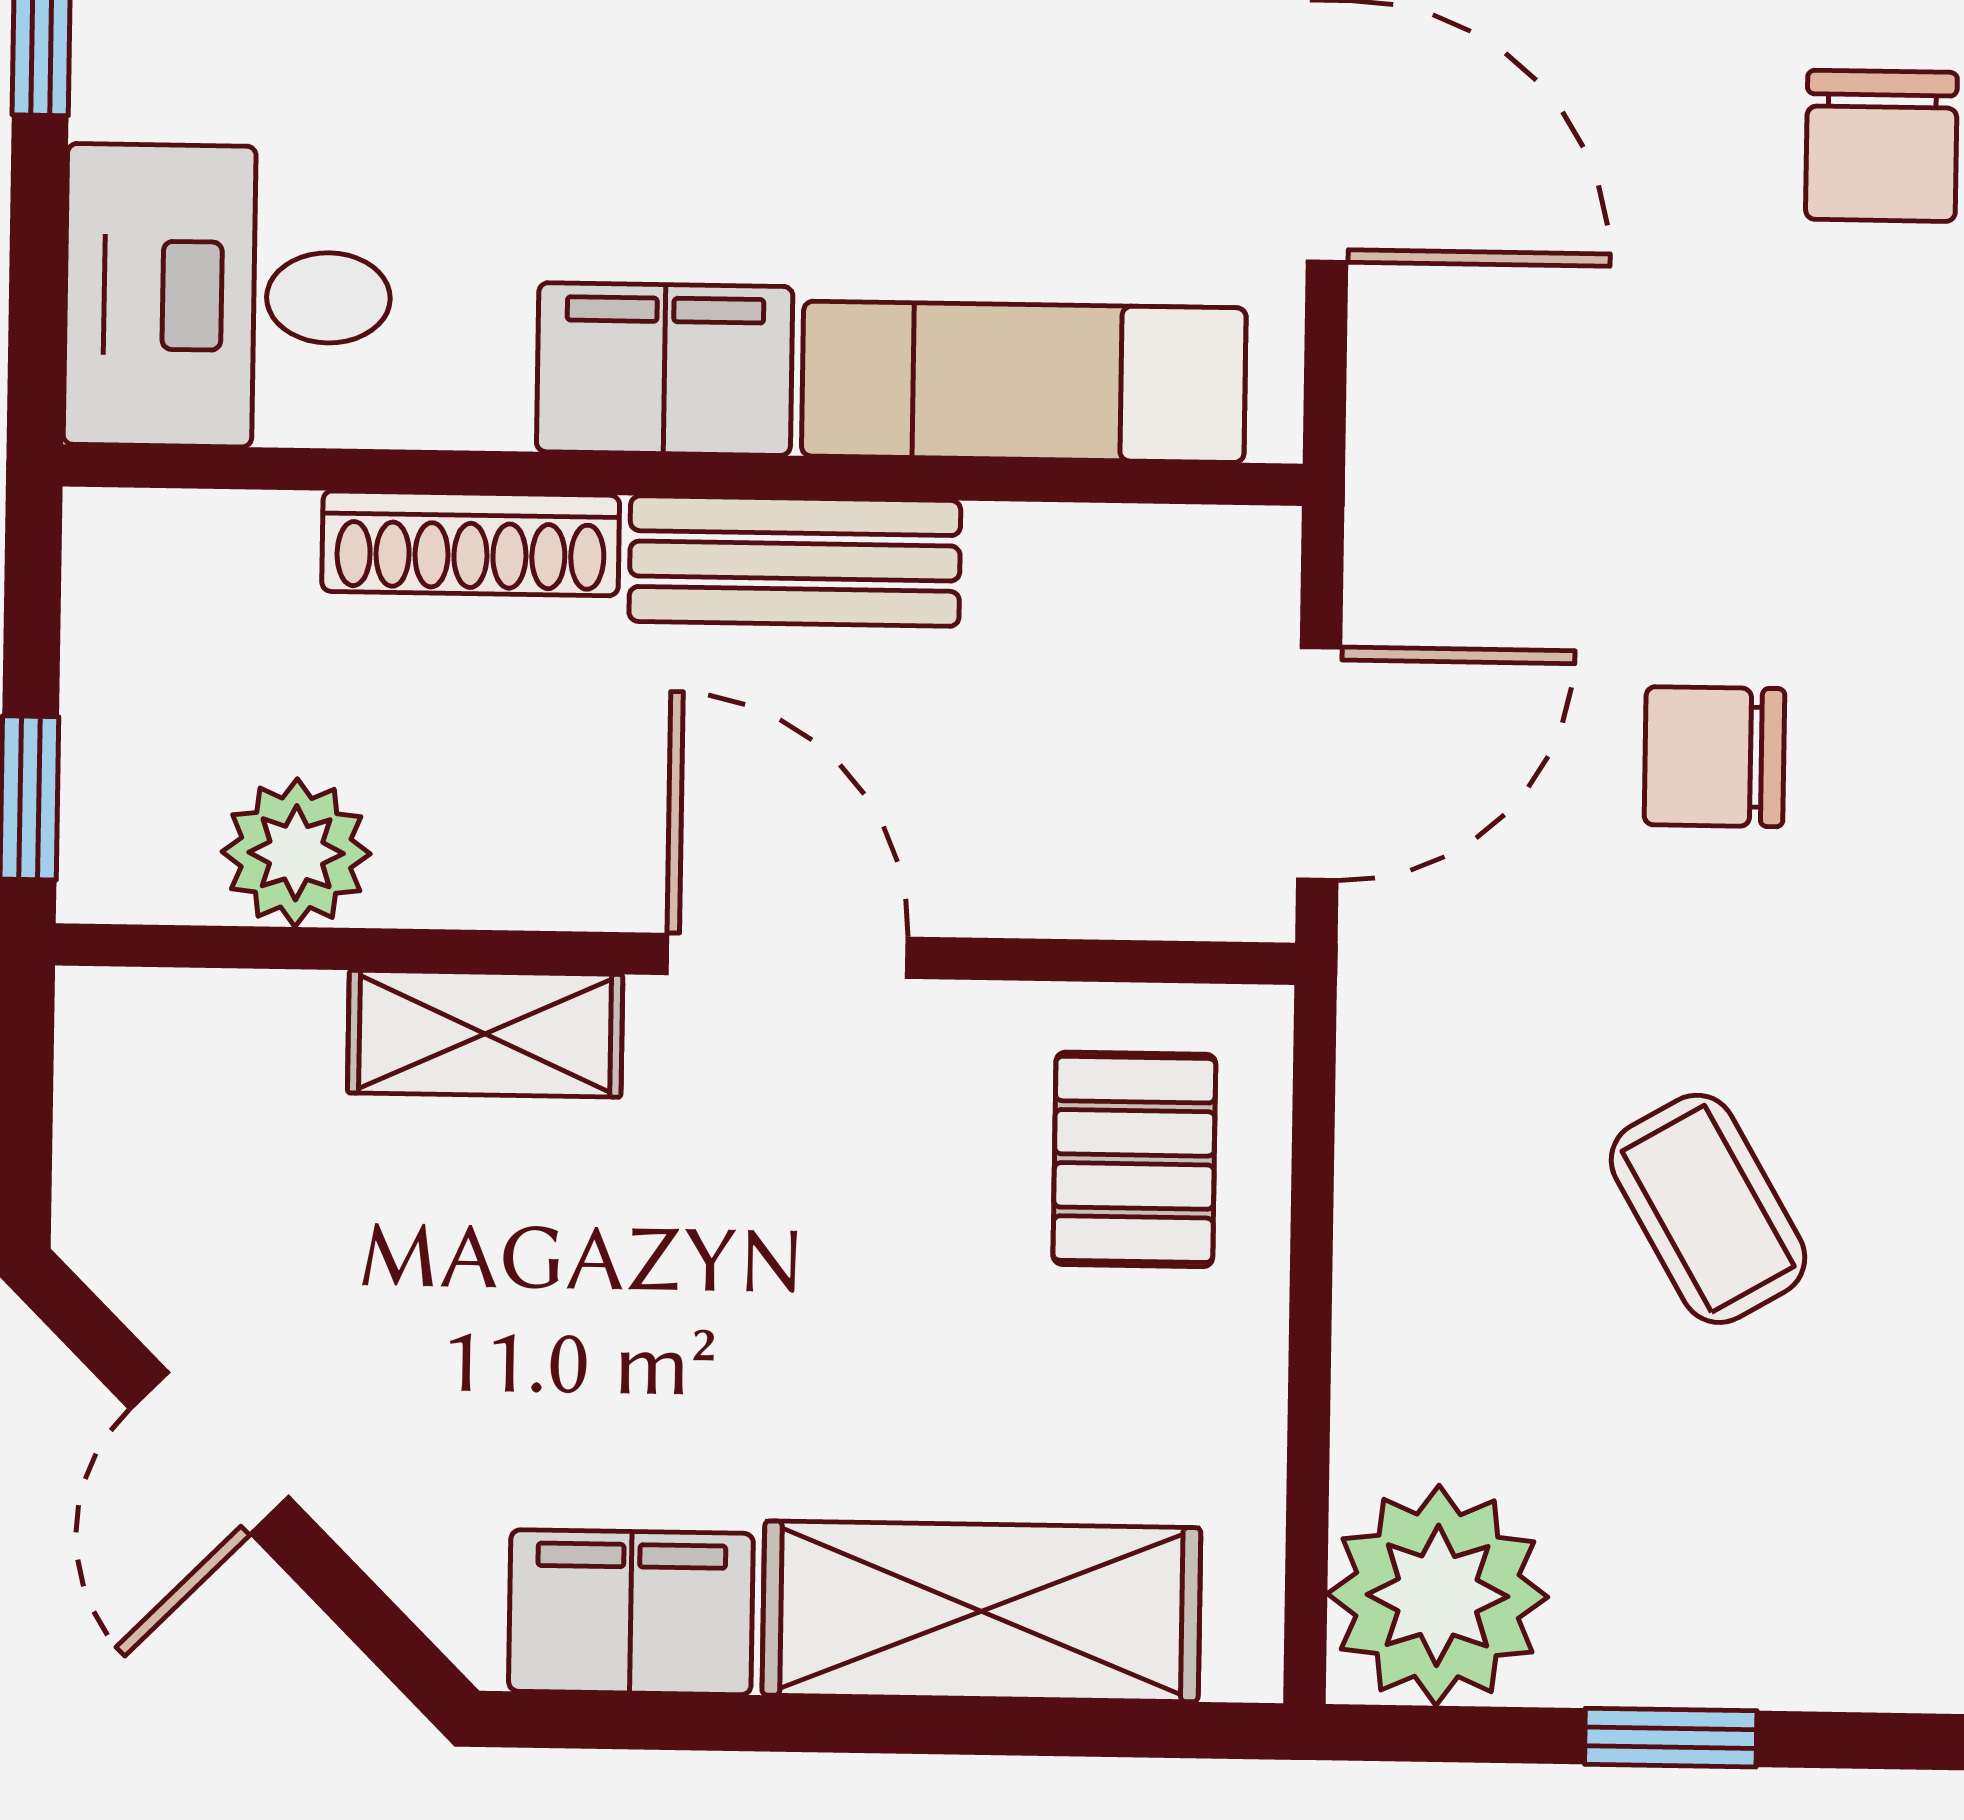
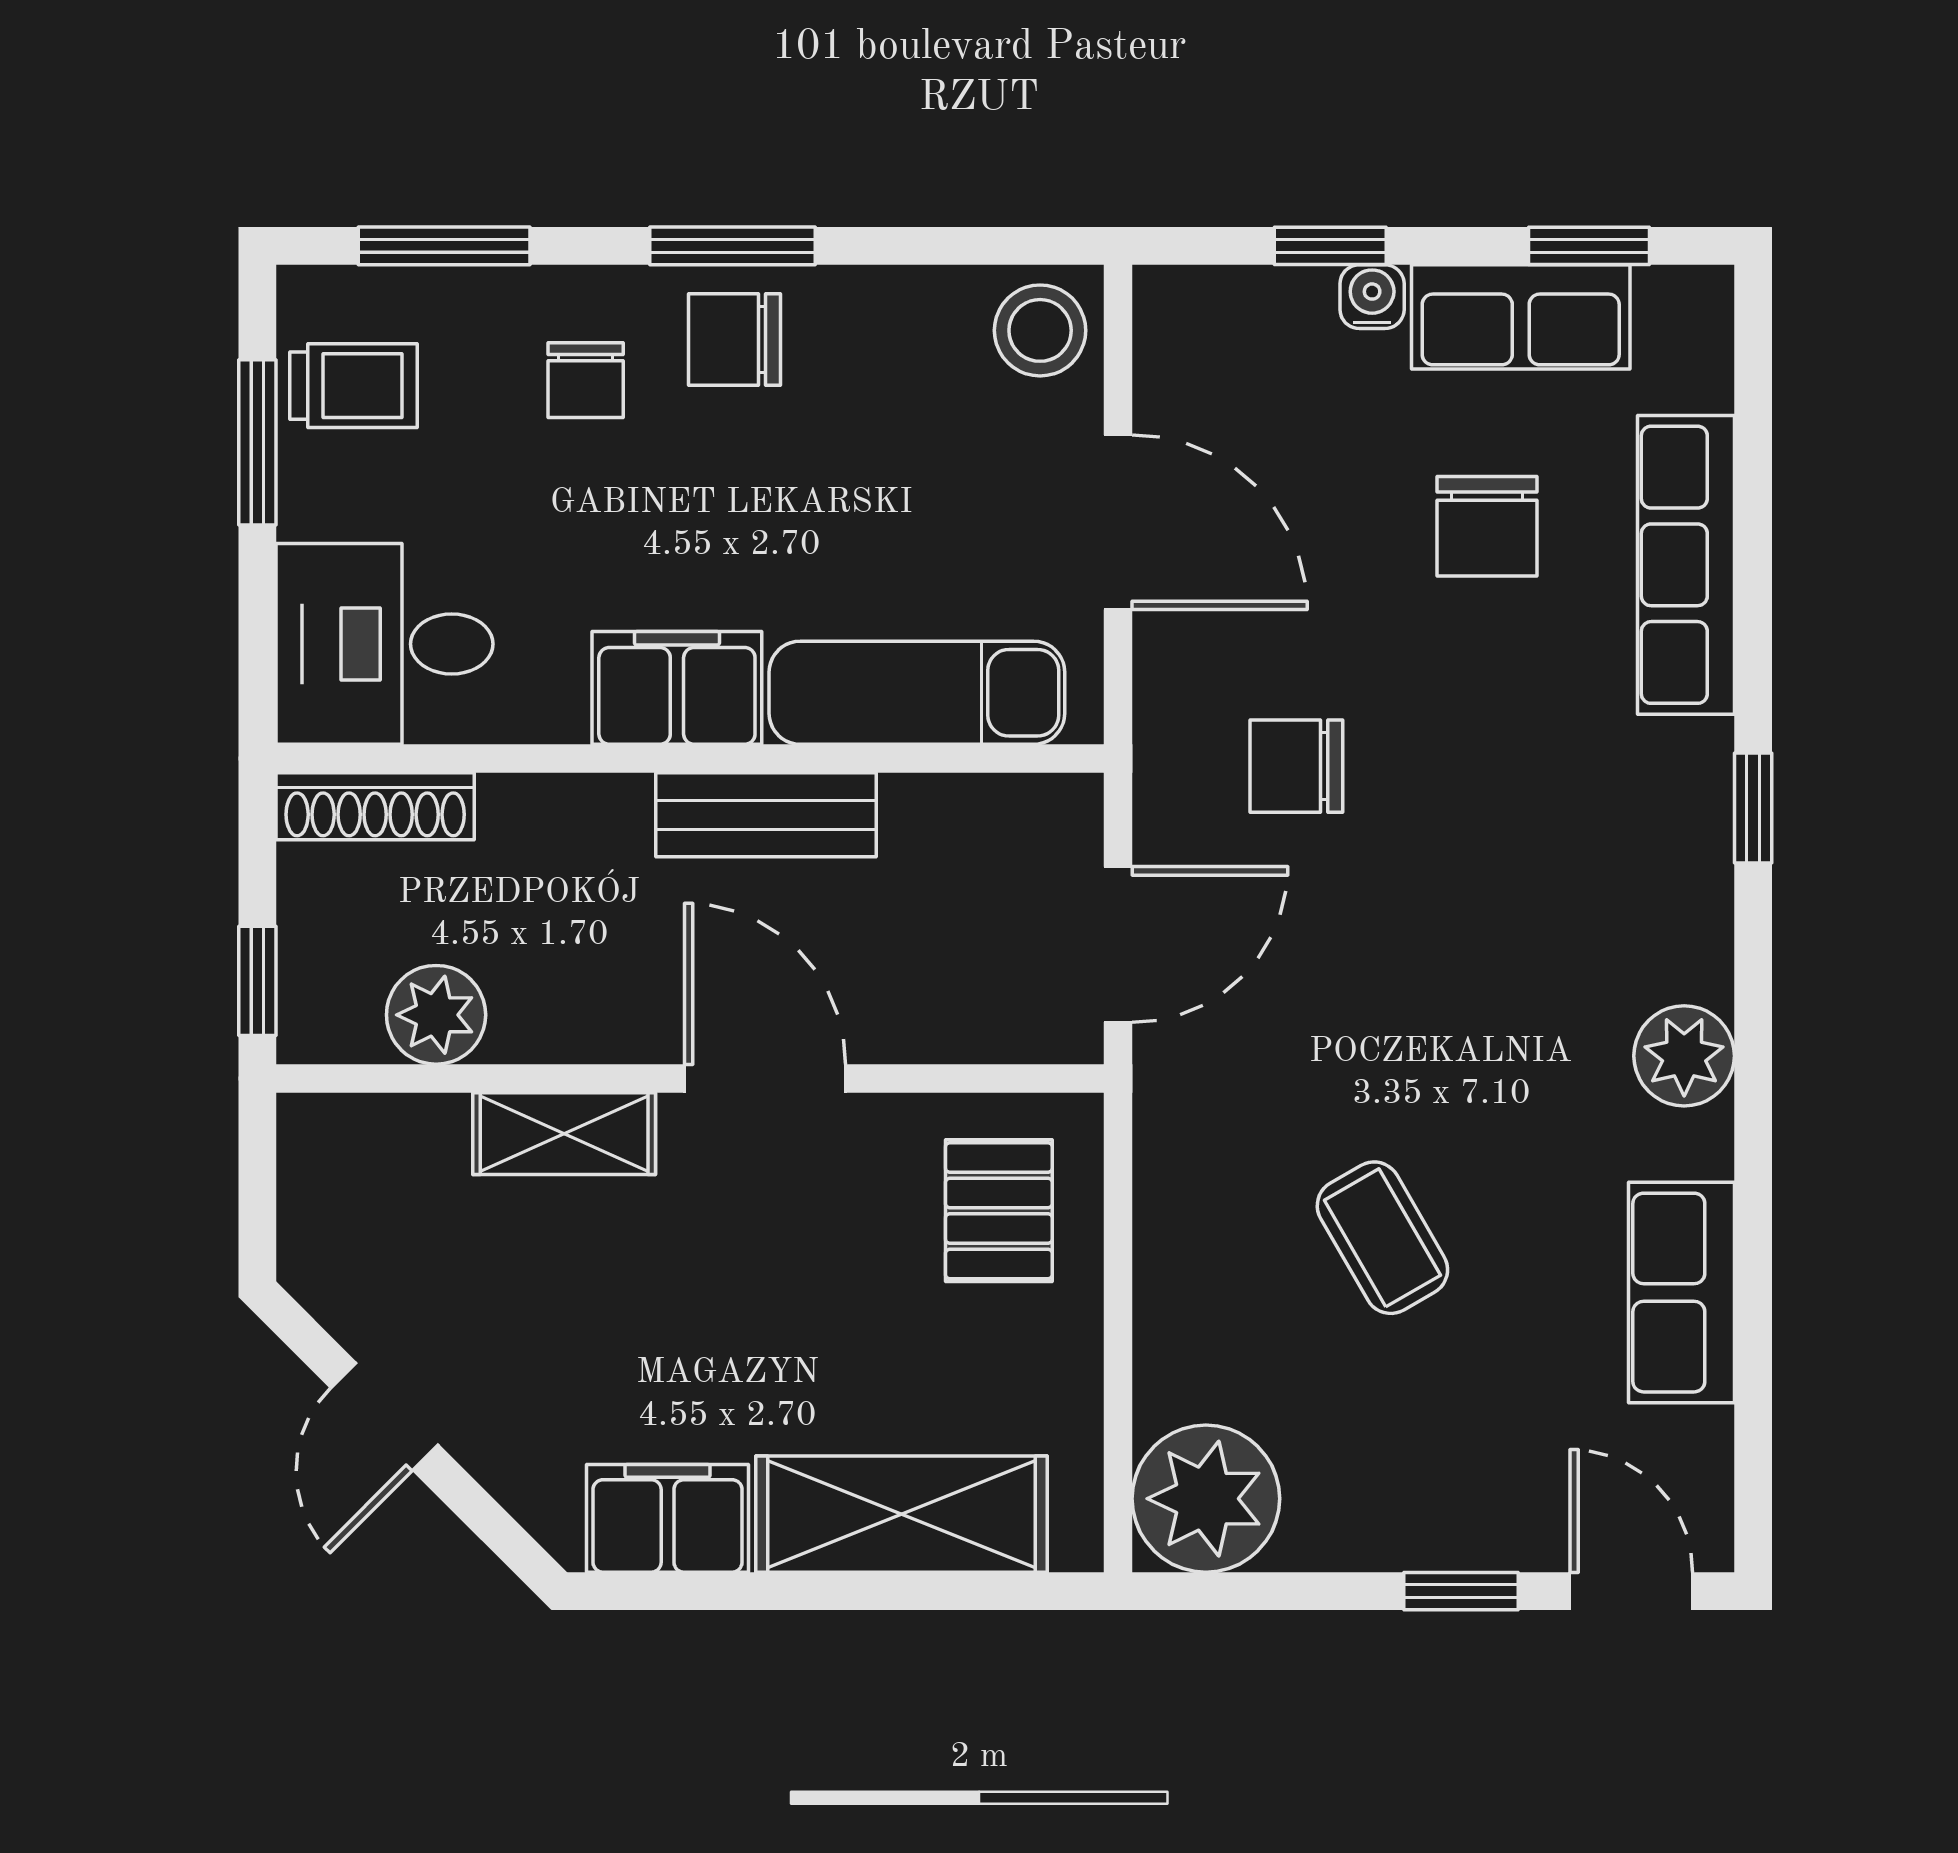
shoe rack: (471, 543) -> (375, 806), moved
chair: (1714, 757) -> (1296, 766), moved
window: (1671, 1738) -> (1461, 1591), moved

